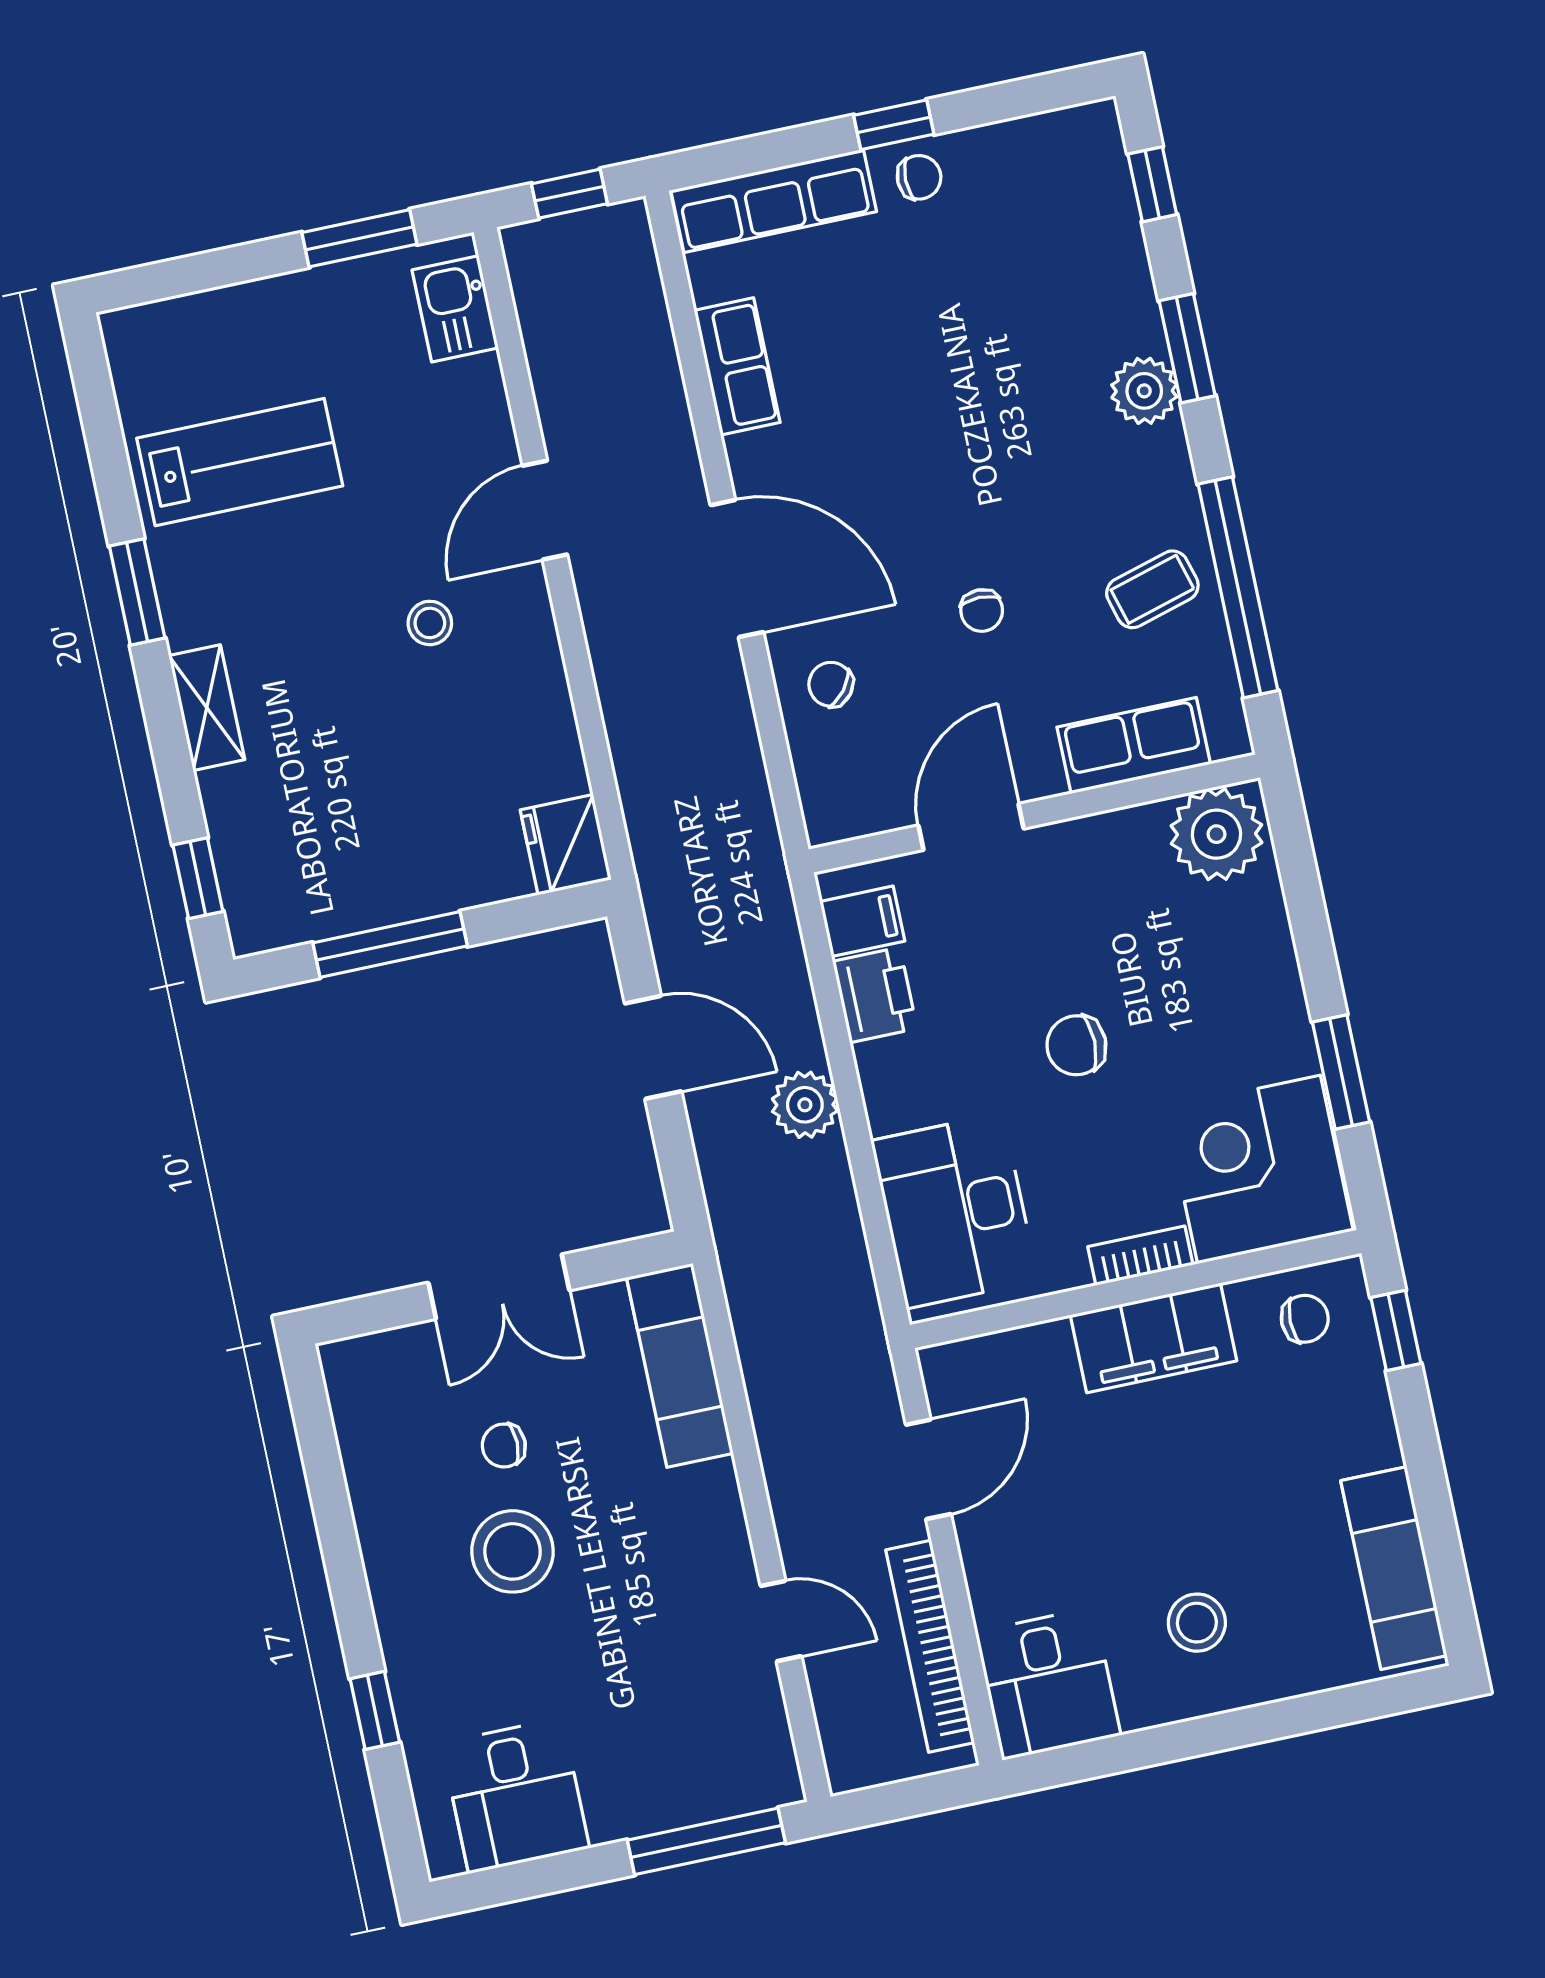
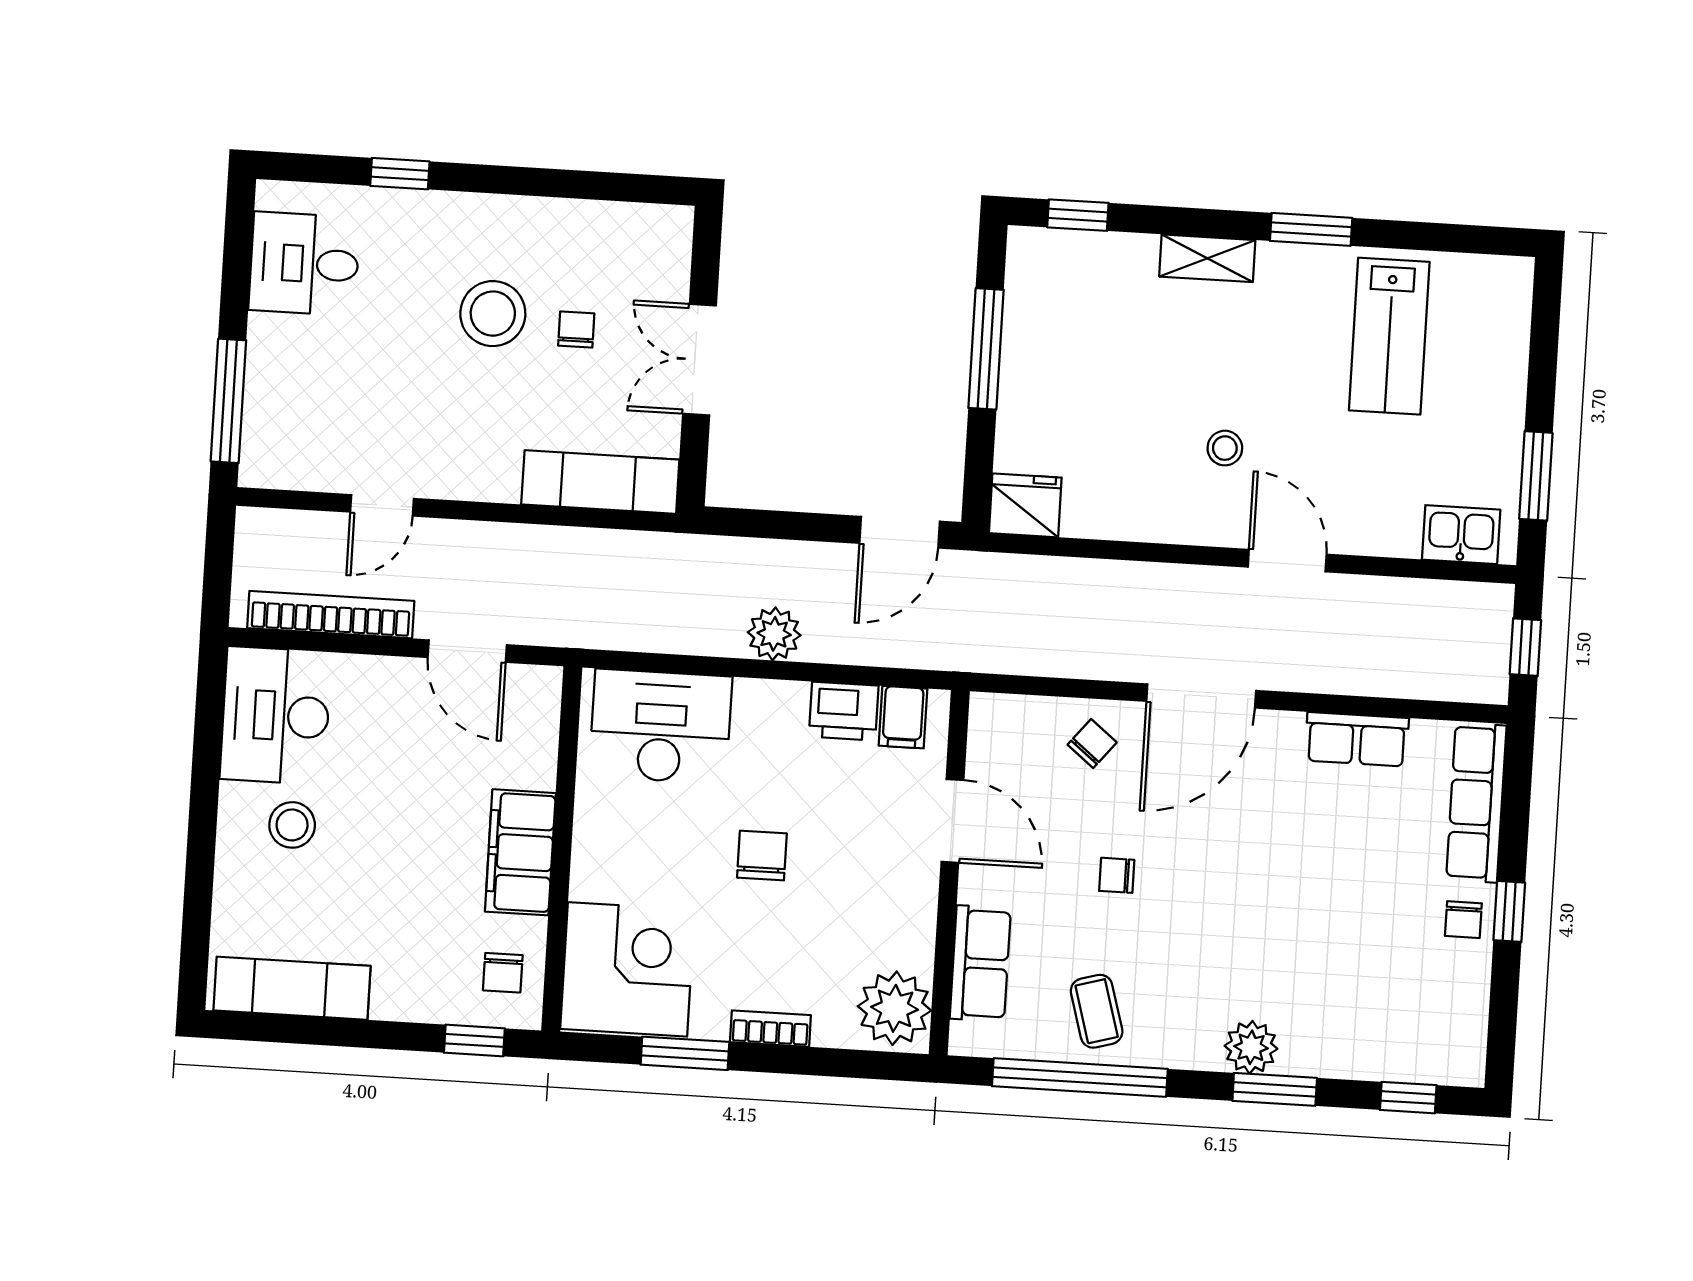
door: (653, 1047) -> (900, 532), moved
bookcase: (1140, 1256) -> (770, 1029), moved, turned -90
desk: (1048, 1684) -> (276, 716), width x1.37

